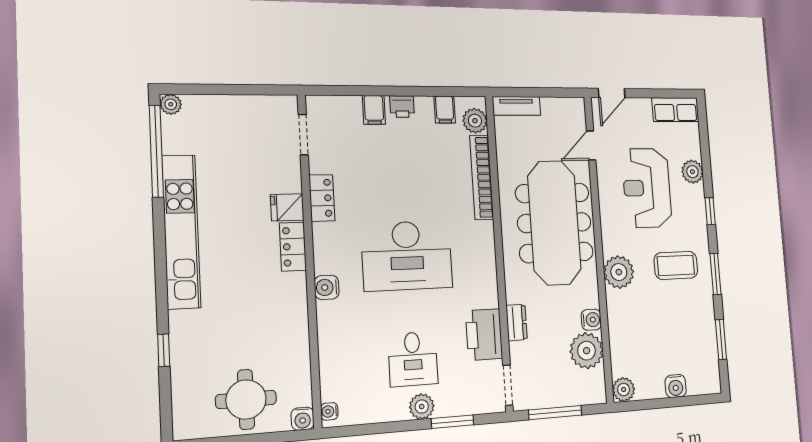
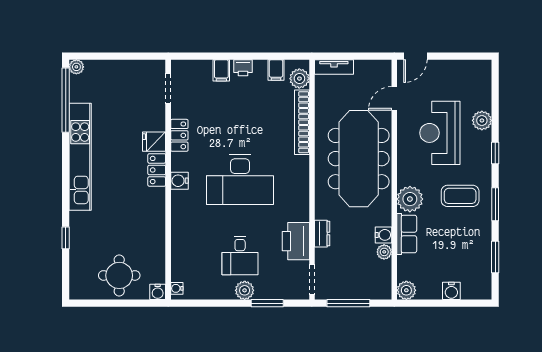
row of seats: (675, 110) -> (407, 234), moved, turned -90
water cooler: (327, 287) -> (179, 181), moved
plant: (587, 351) -> (384, 252), width x0.53, depth x0.53

